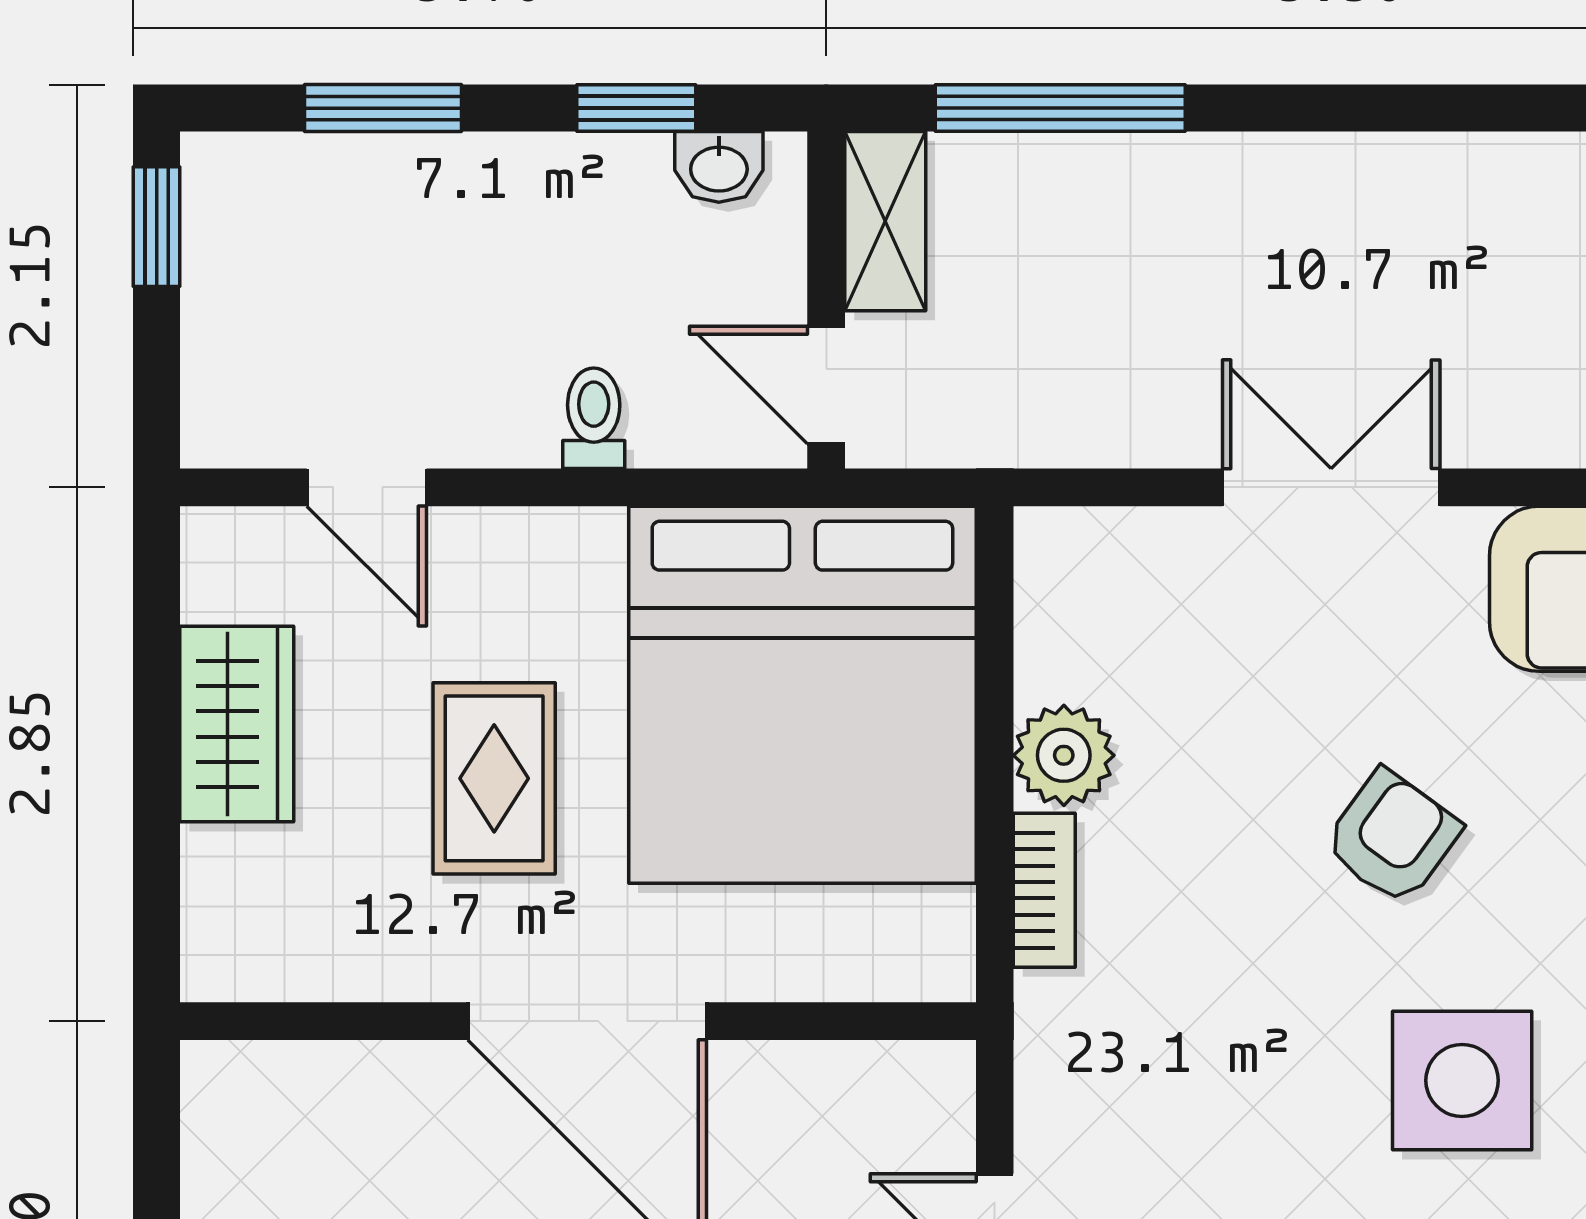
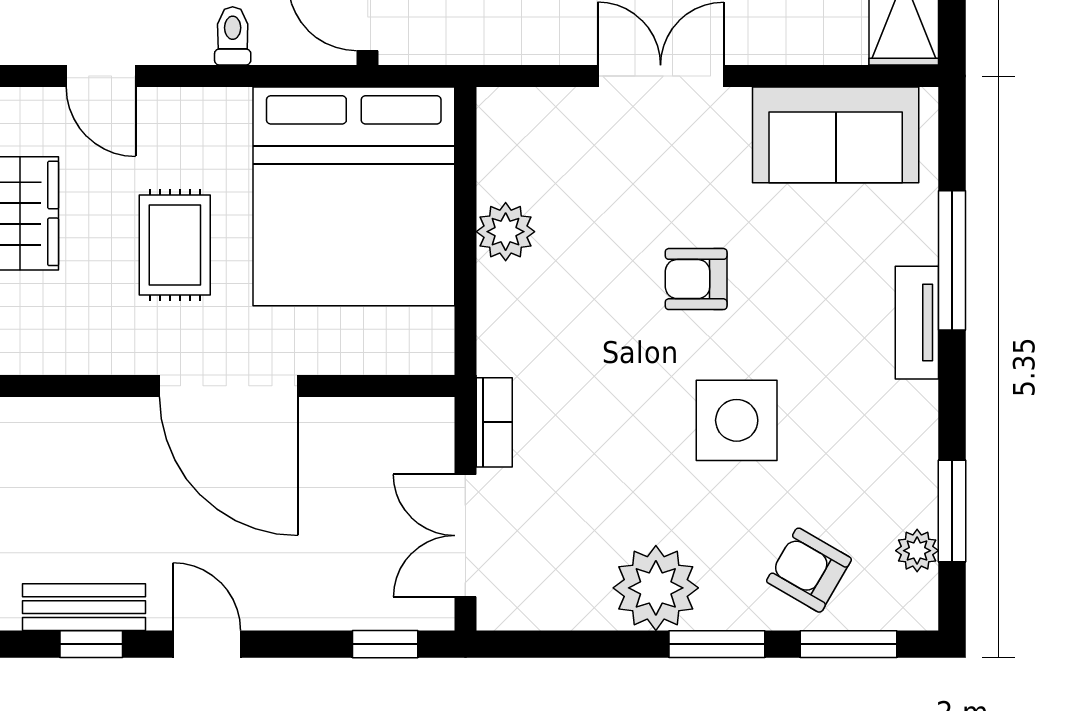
armchair: (1392, 837) -> (696, 279), turned -126
bookcase: (1044, 890) -> (494, 422), moved

